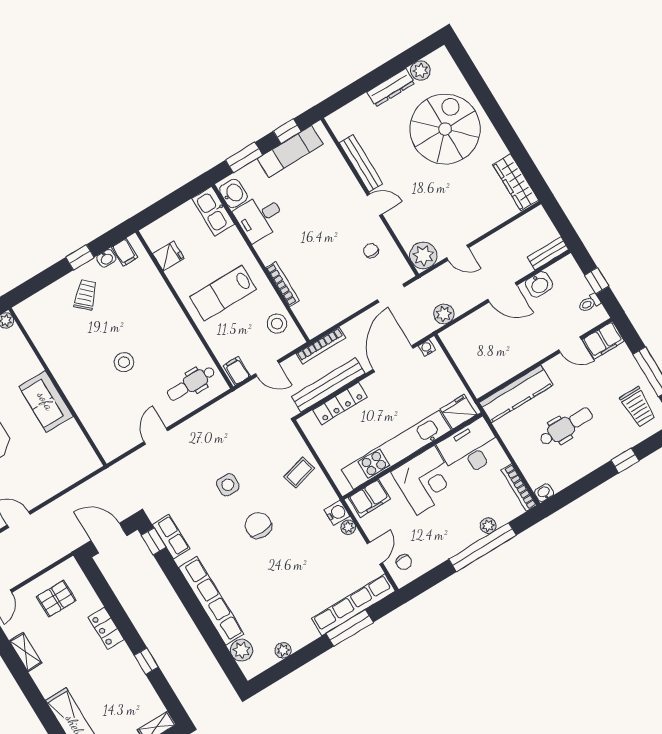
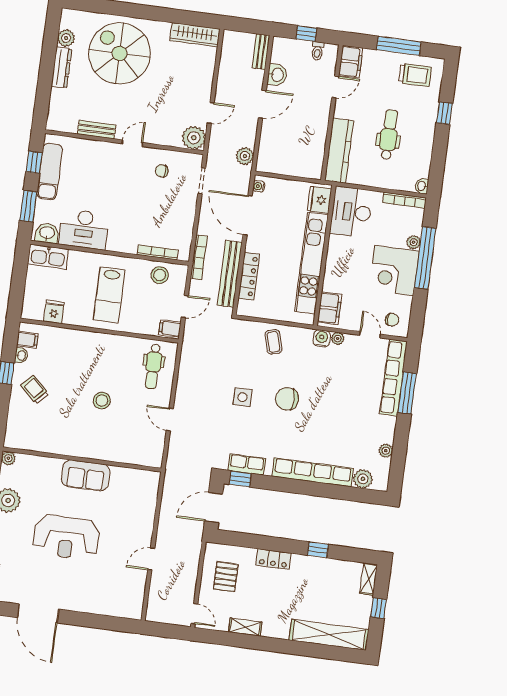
bench: (361, 163) -> (97, 130), width x0.73
desk: (260, 217) -> (84, 229), width x1.37
bookcase: (283, 284) -> (158, 252), moved
corner desk: (426, 480) -> (394, 271), moved, turned 180

